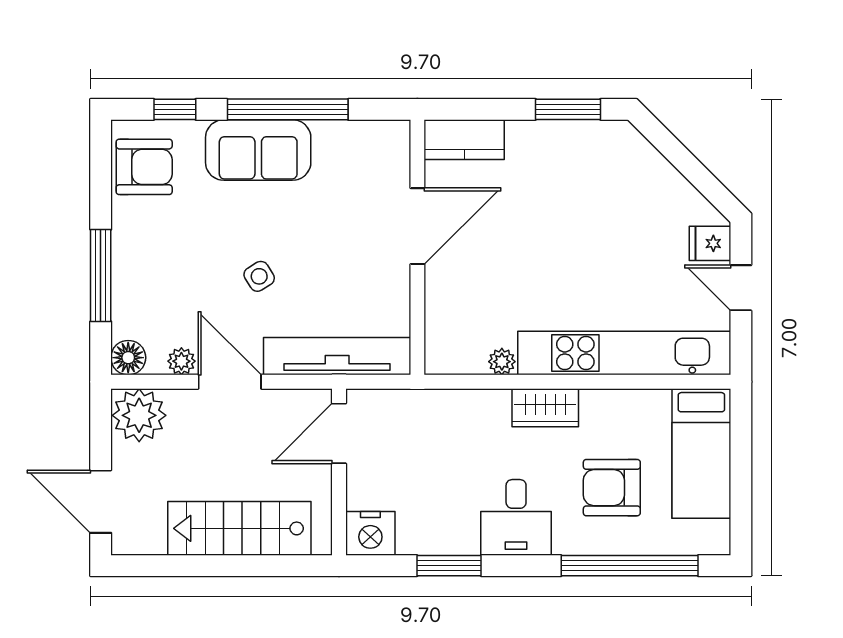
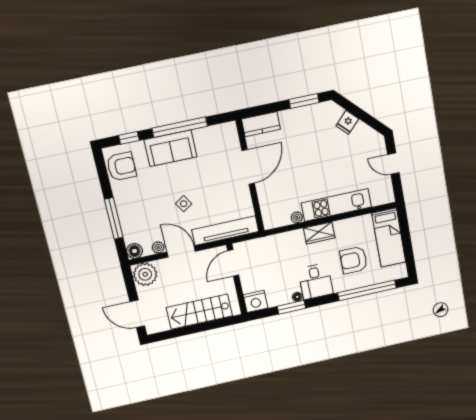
fridge: (710, 243) -> (347, 122), moved, turned -45
kitchen unit: (624, 353) -> (336, 205), width x0.73
floor lamp: (467, 544) -> (297, 297), added

